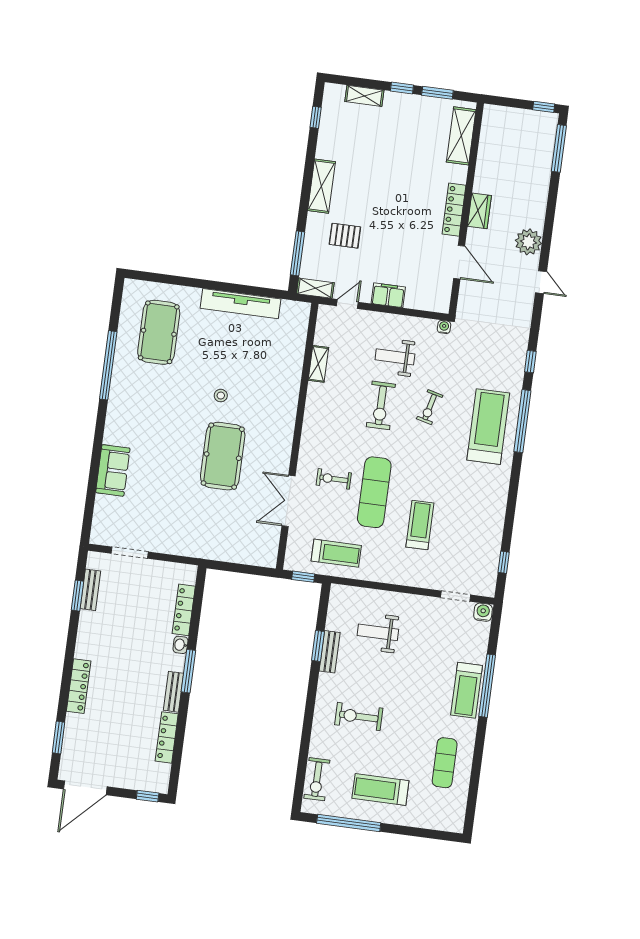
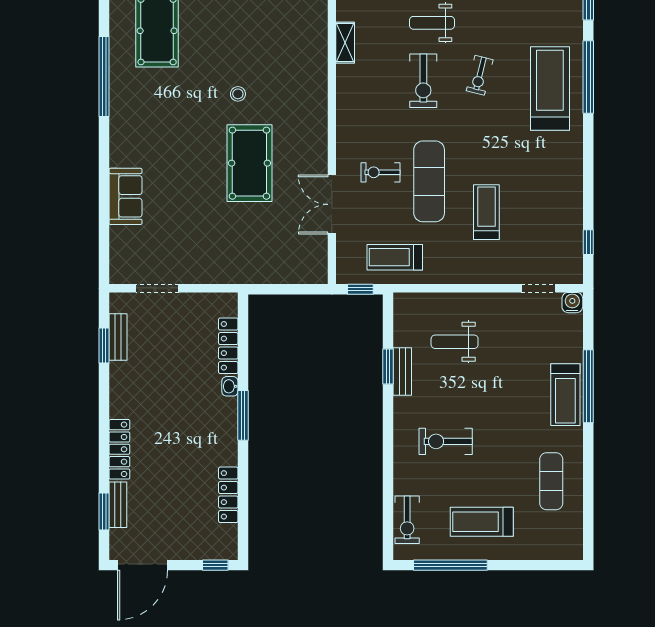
treadmill: (336, 553) -> (395, 257), turned 180
bench: (174, 692) -> (118, 505), moved

